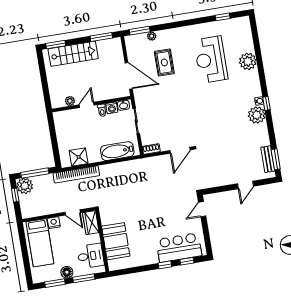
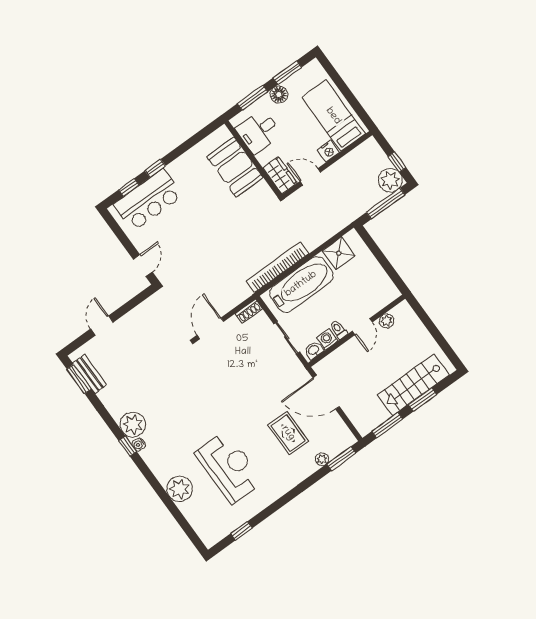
window: (56, 45) -> (423, 400), moved
bathtub: (117, 151) -> (301, 284), width x1.36, depth x1.36
bookcase: (76, 174) -> (277, 267), moved

